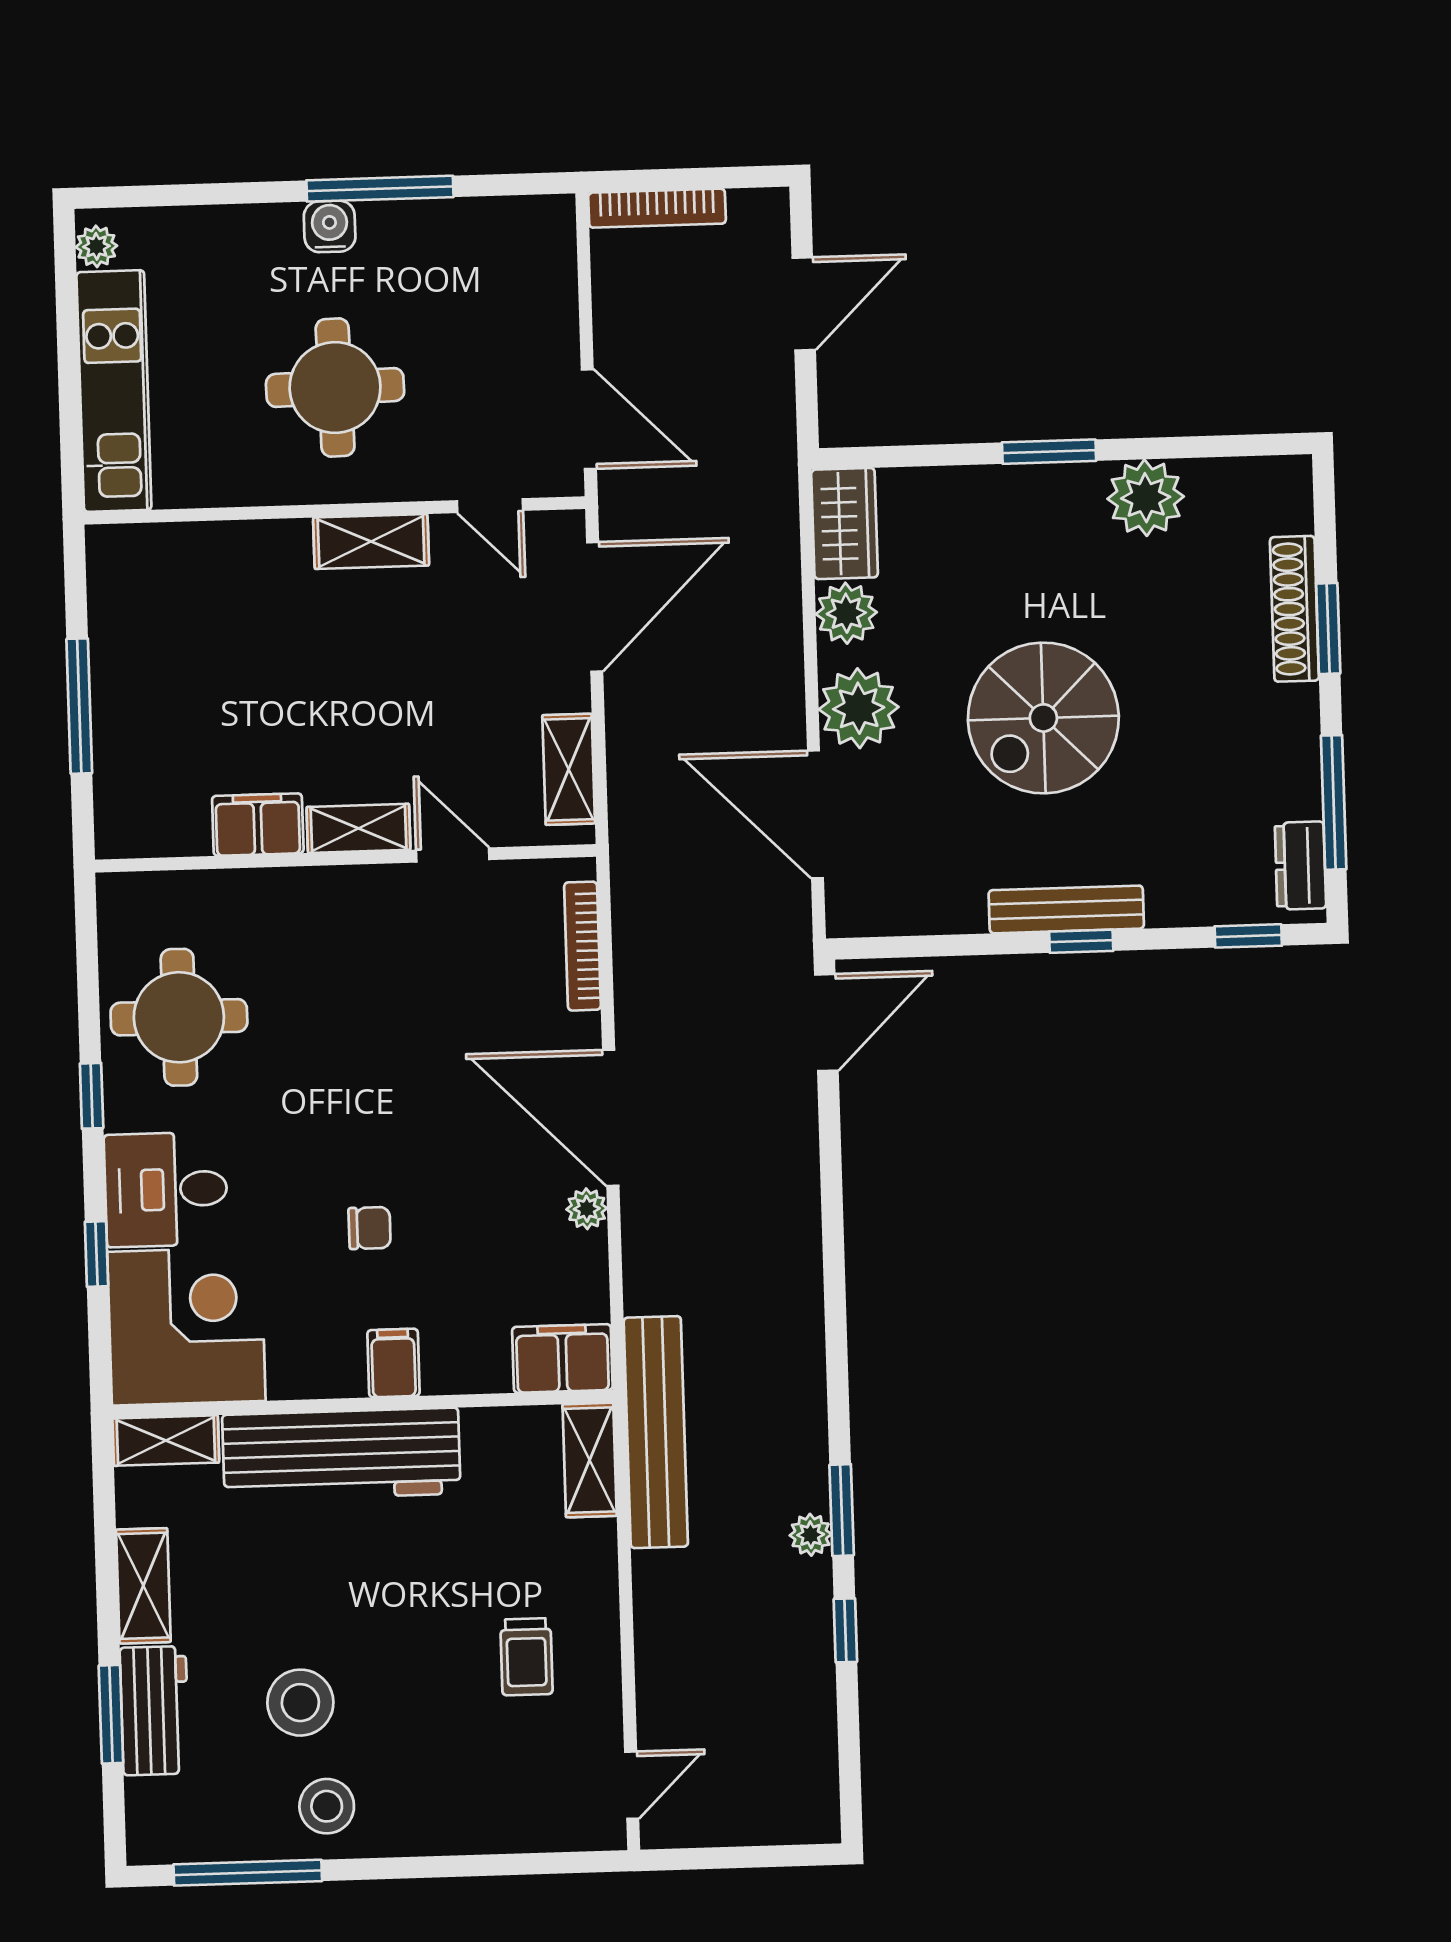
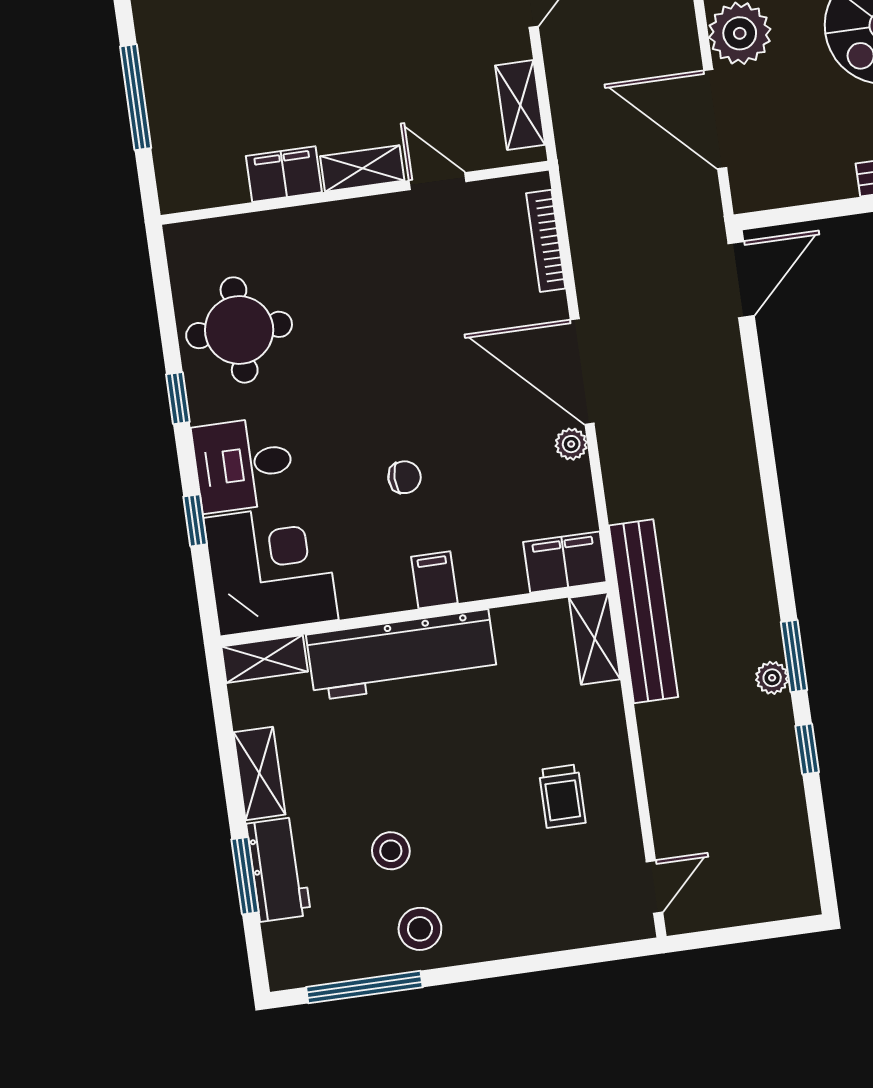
stool: (300, 1703) -> (391, 851), width x0.73, depth x0.73

